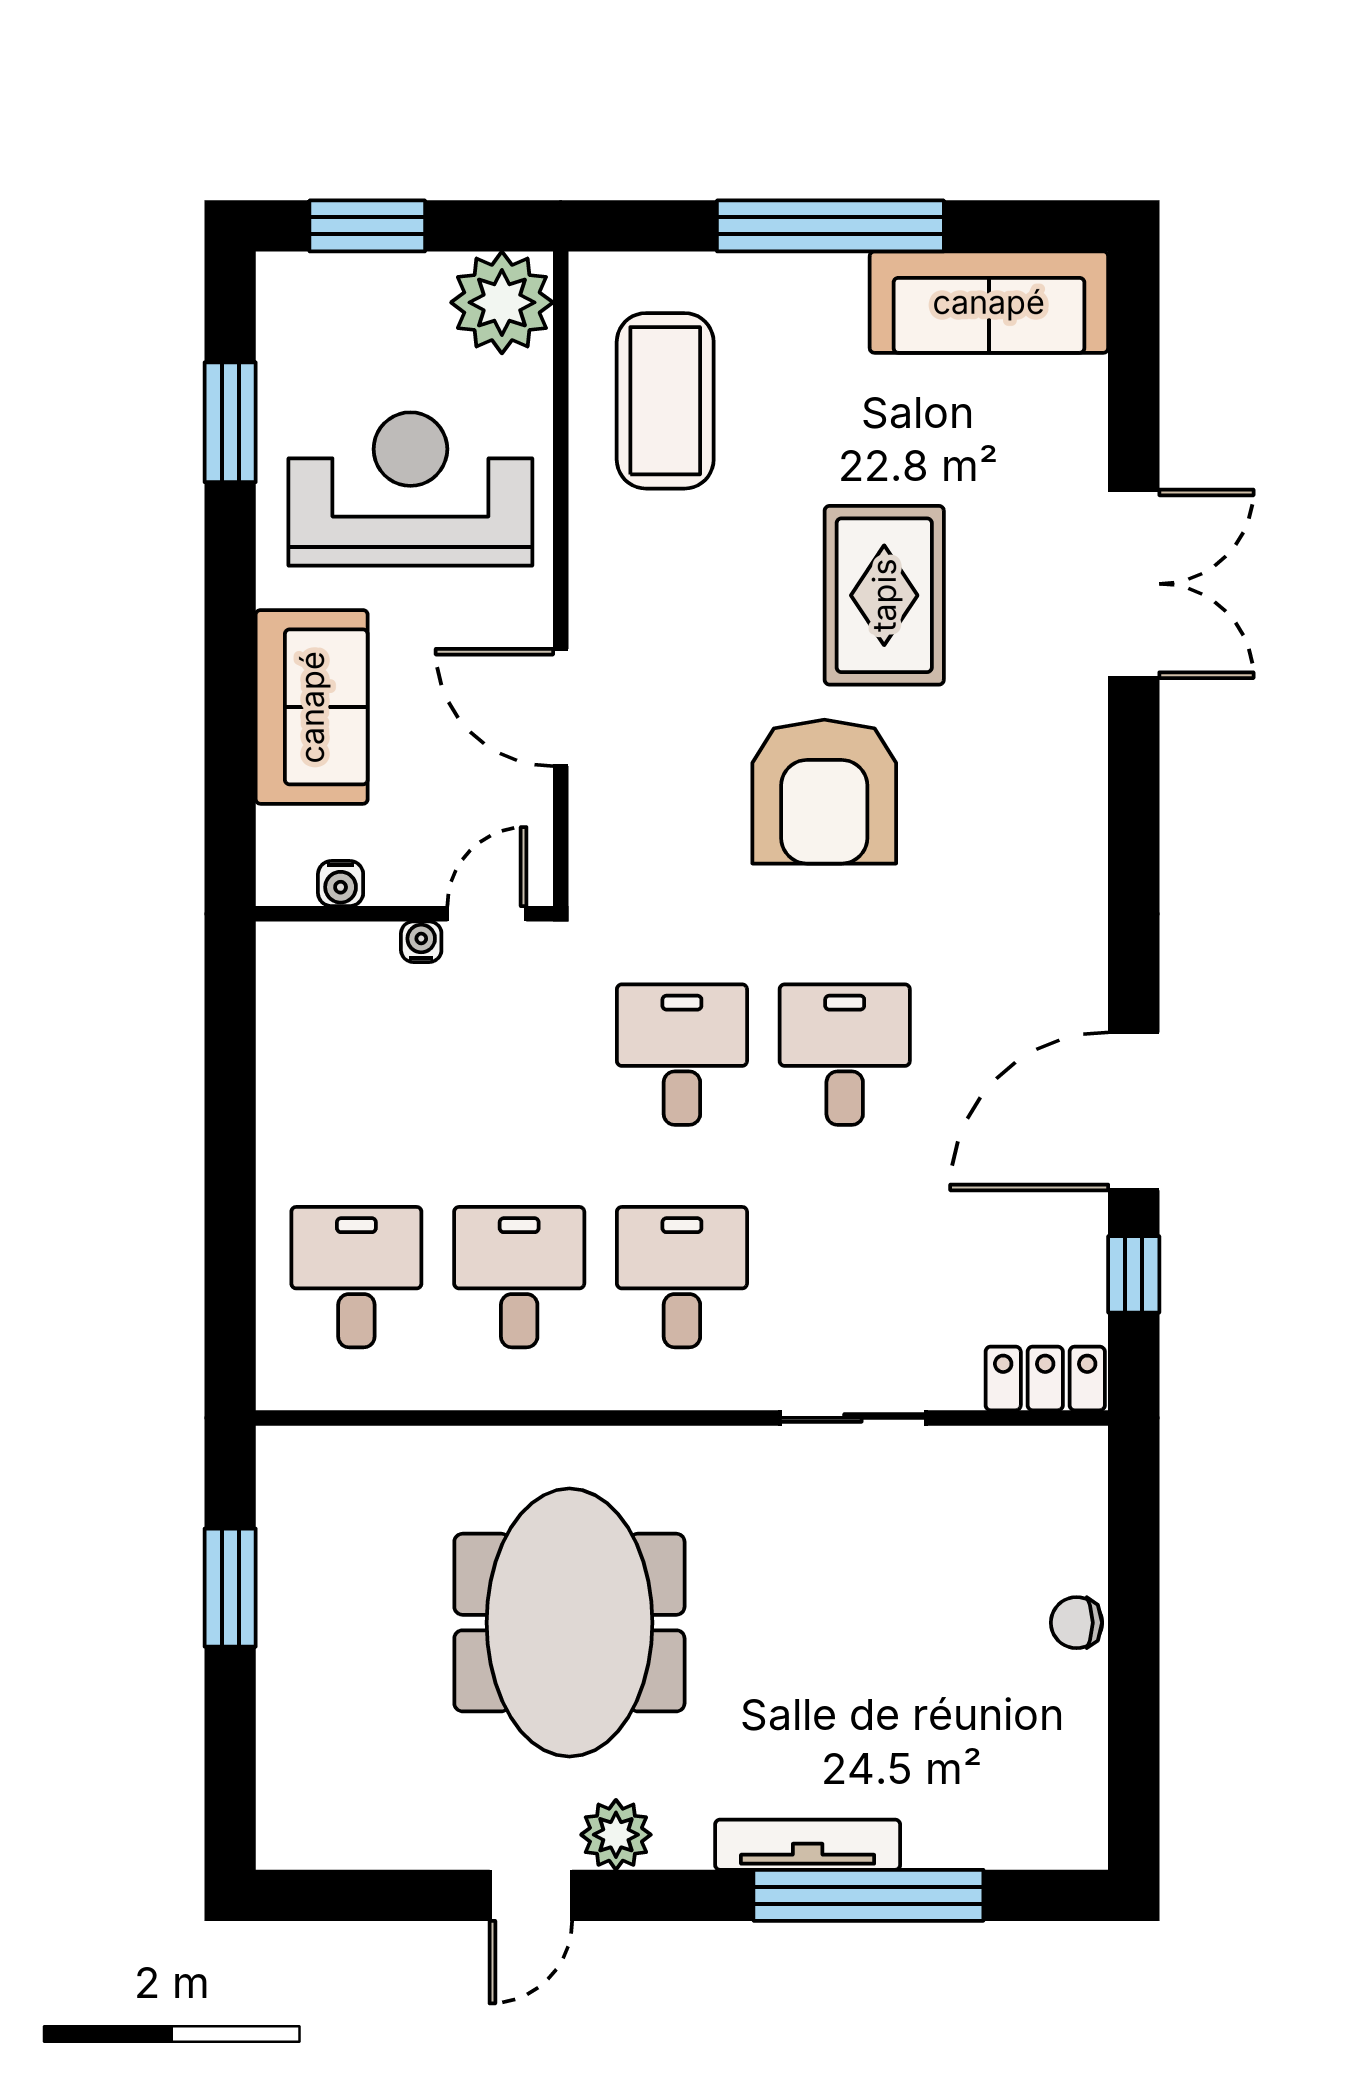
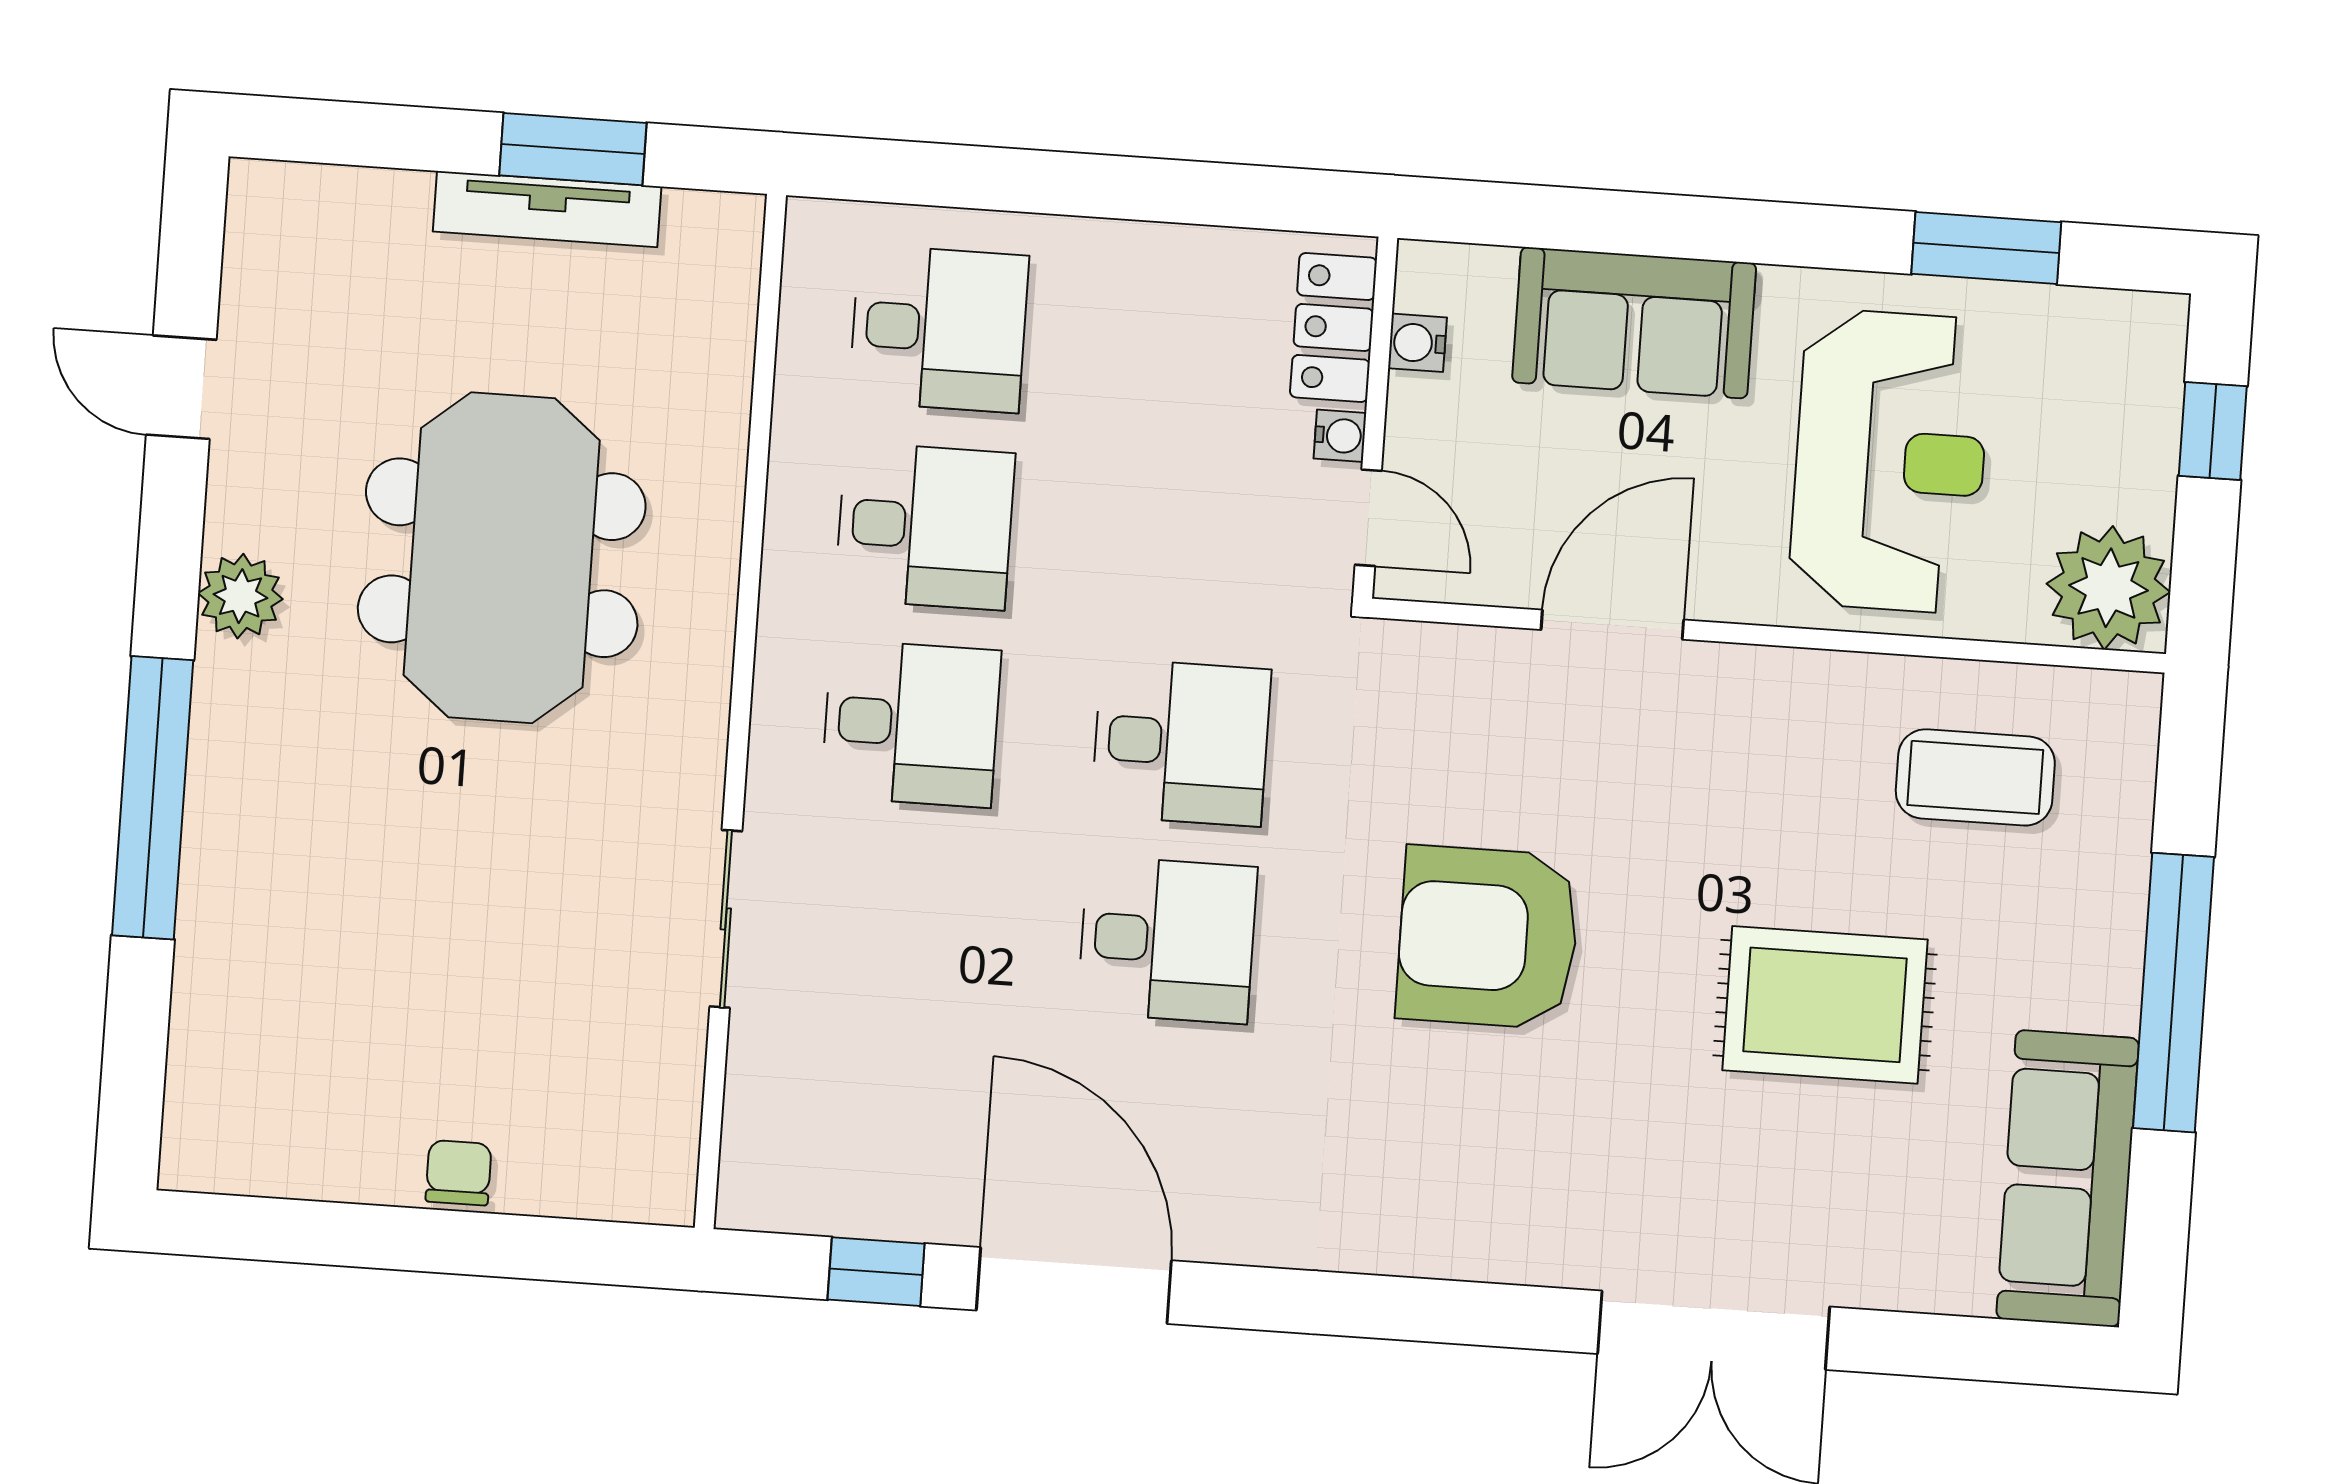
window: (367, 226) -> (2213, 431), width x0.67
coffee table: (665, 401) -> (1975, 777), width x0.73, depth x0.76
rug: (884, 595) -> (1825, 1005), moved
locker: (1045, 1378) -> (1333, 327), moved, turned 180
meeting table: (569, 1623) -> (502, 558), turned 90
tv unit: (808, 1845) -> (547, 209), moved, turned 90
door: (531, 1895) -> (181, 387), moved
window: (868, 1895) -> (153, 798), moved

